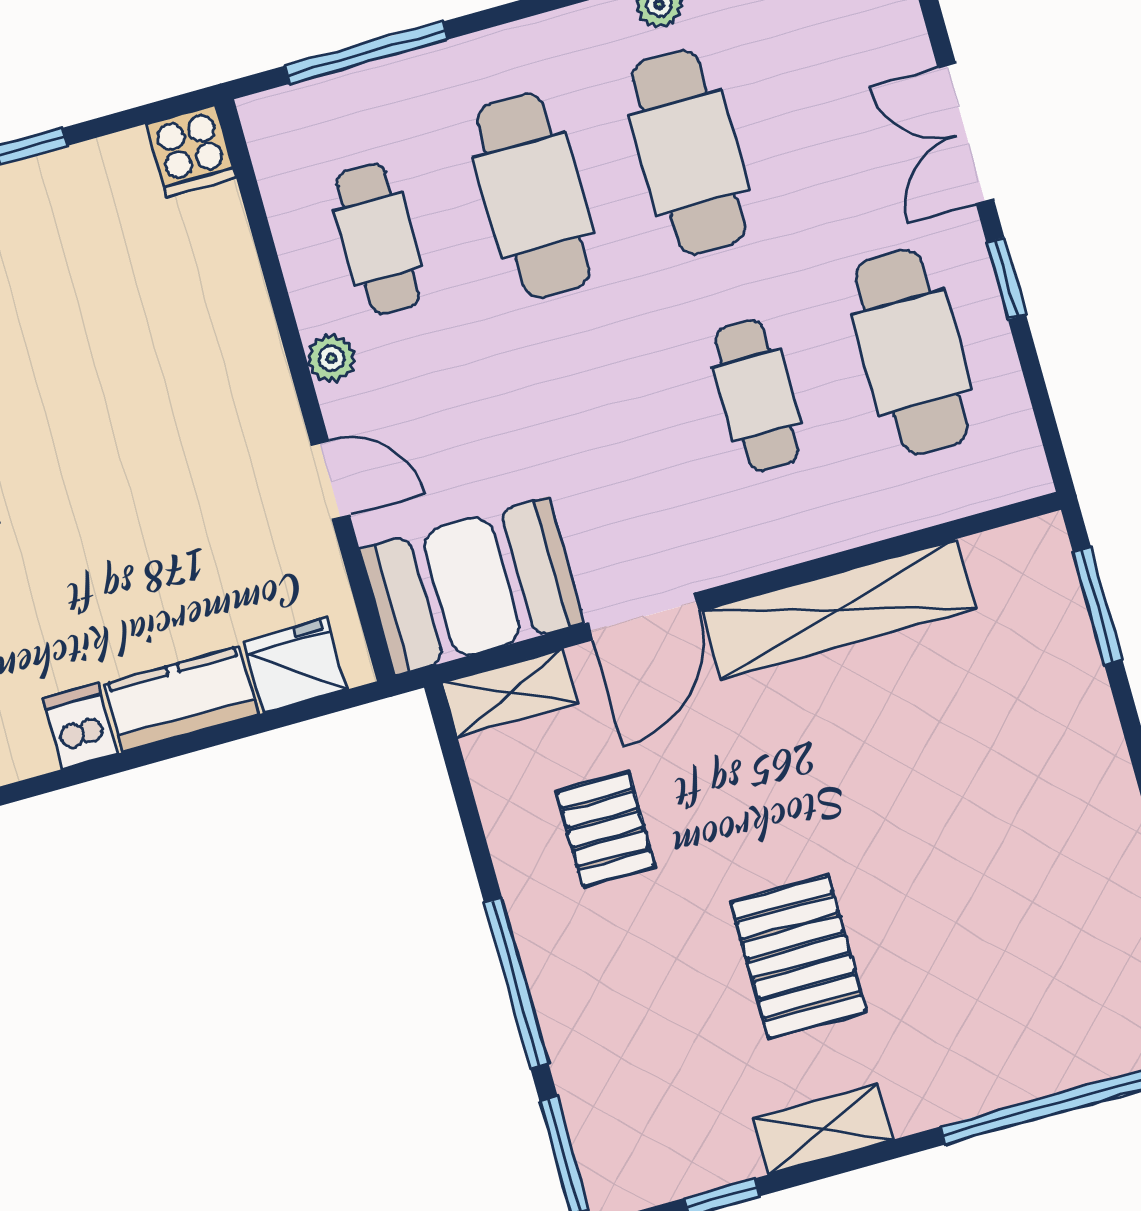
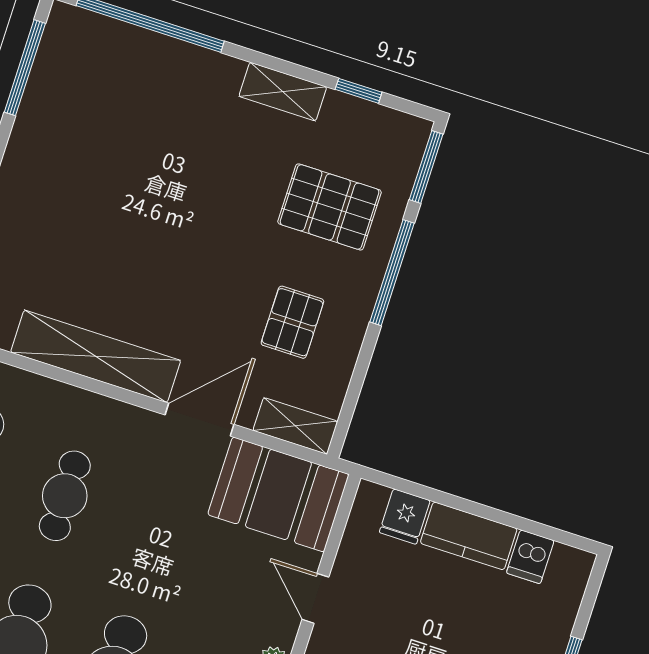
fridge: (295, 665) -> (405, 516), width x0.72
pallet: (798, 957) -> (330, 207), moved, turned 90

